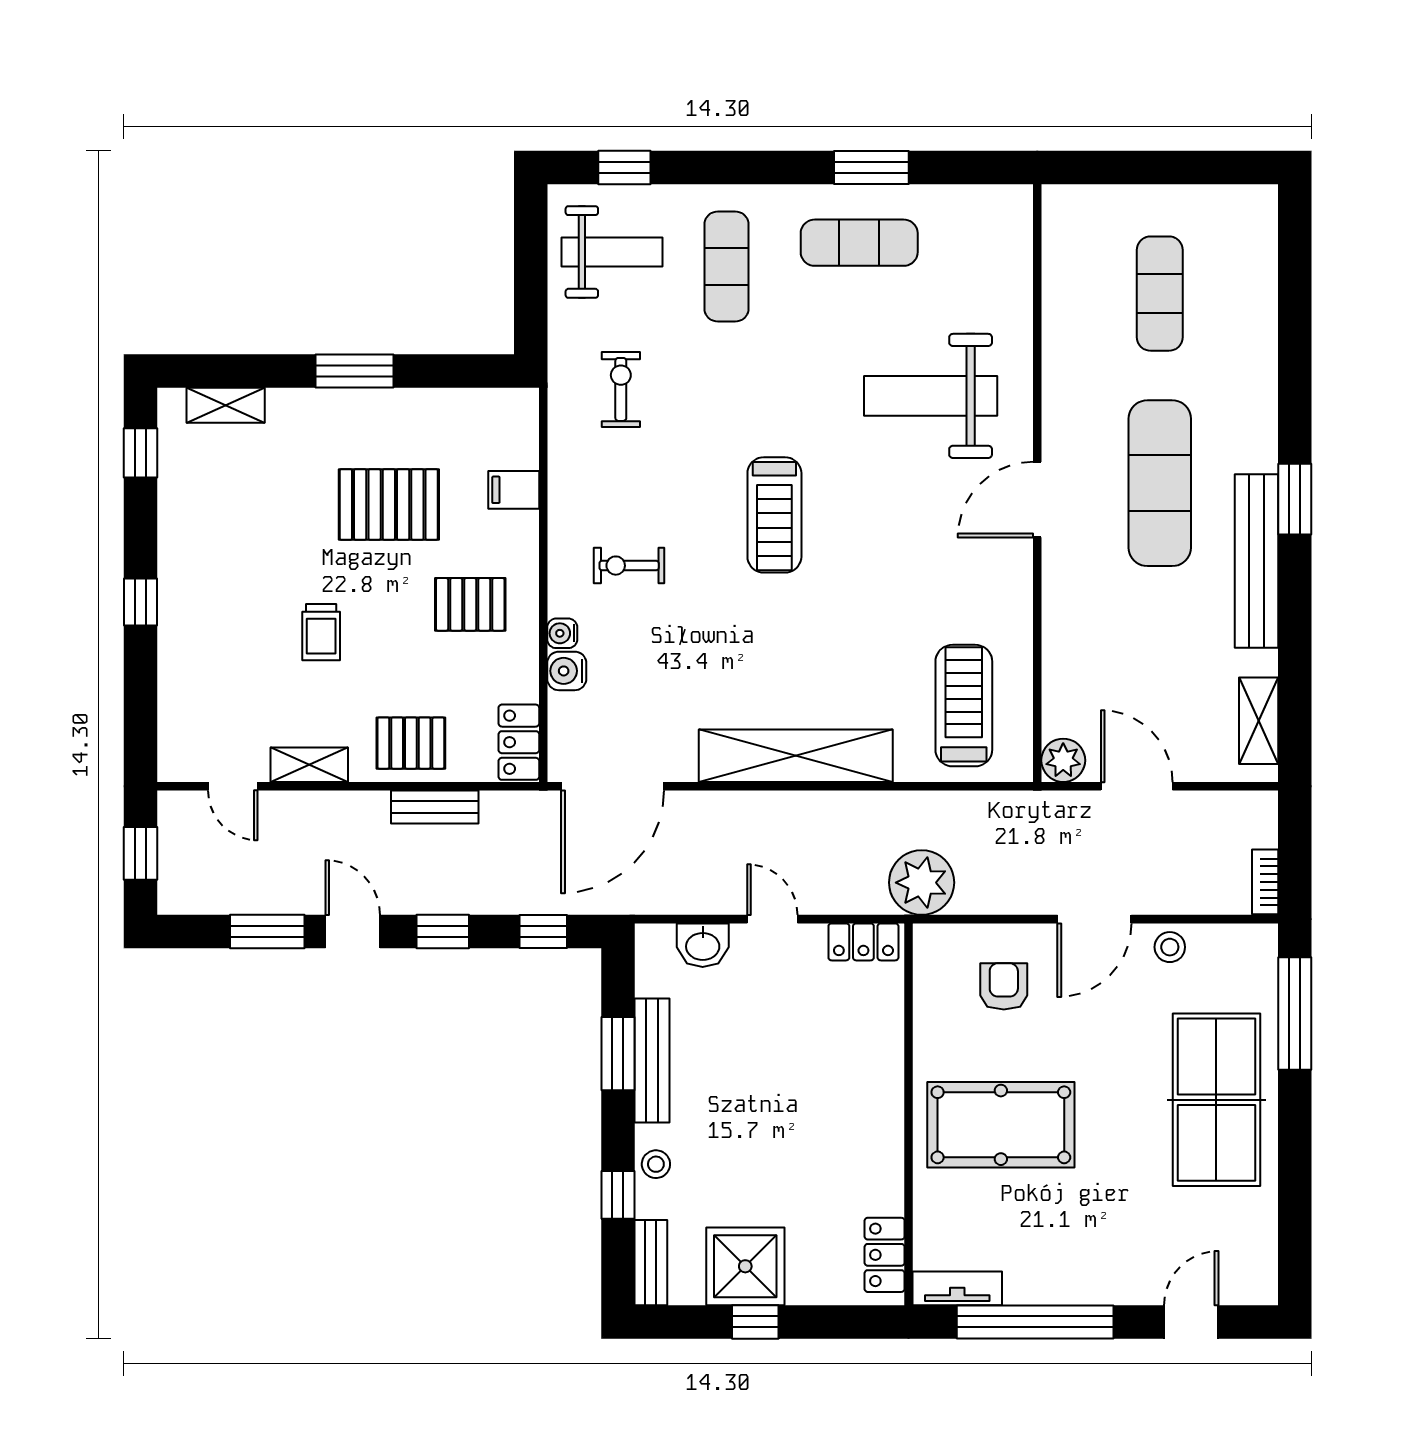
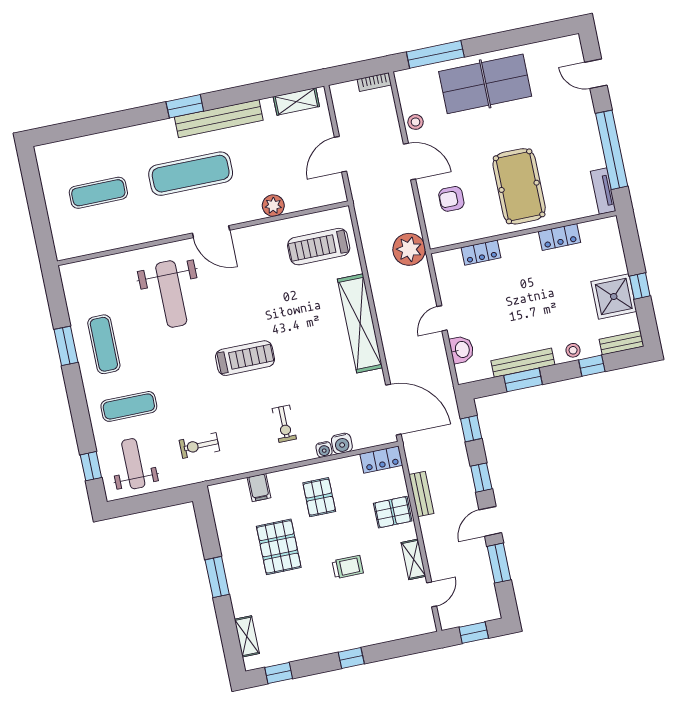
pallet: (411, 743) -> (393, 512), turned 90
plant: (1063, 760) -> (273, 206), moved
locker: (863, 942) -> (481, 253), moved, turned 90
locker: (885, 1255) -> (559, 237), moved

